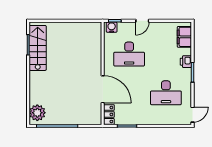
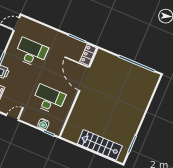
door: (142, 21) -> (12, 118), moved
water cooler: (112, 27) -> (43, 124), moved
stairs: (38, 48) -> (100, 145), moved, turned 90
plant: (37, 113) -> (149, 82), removed

